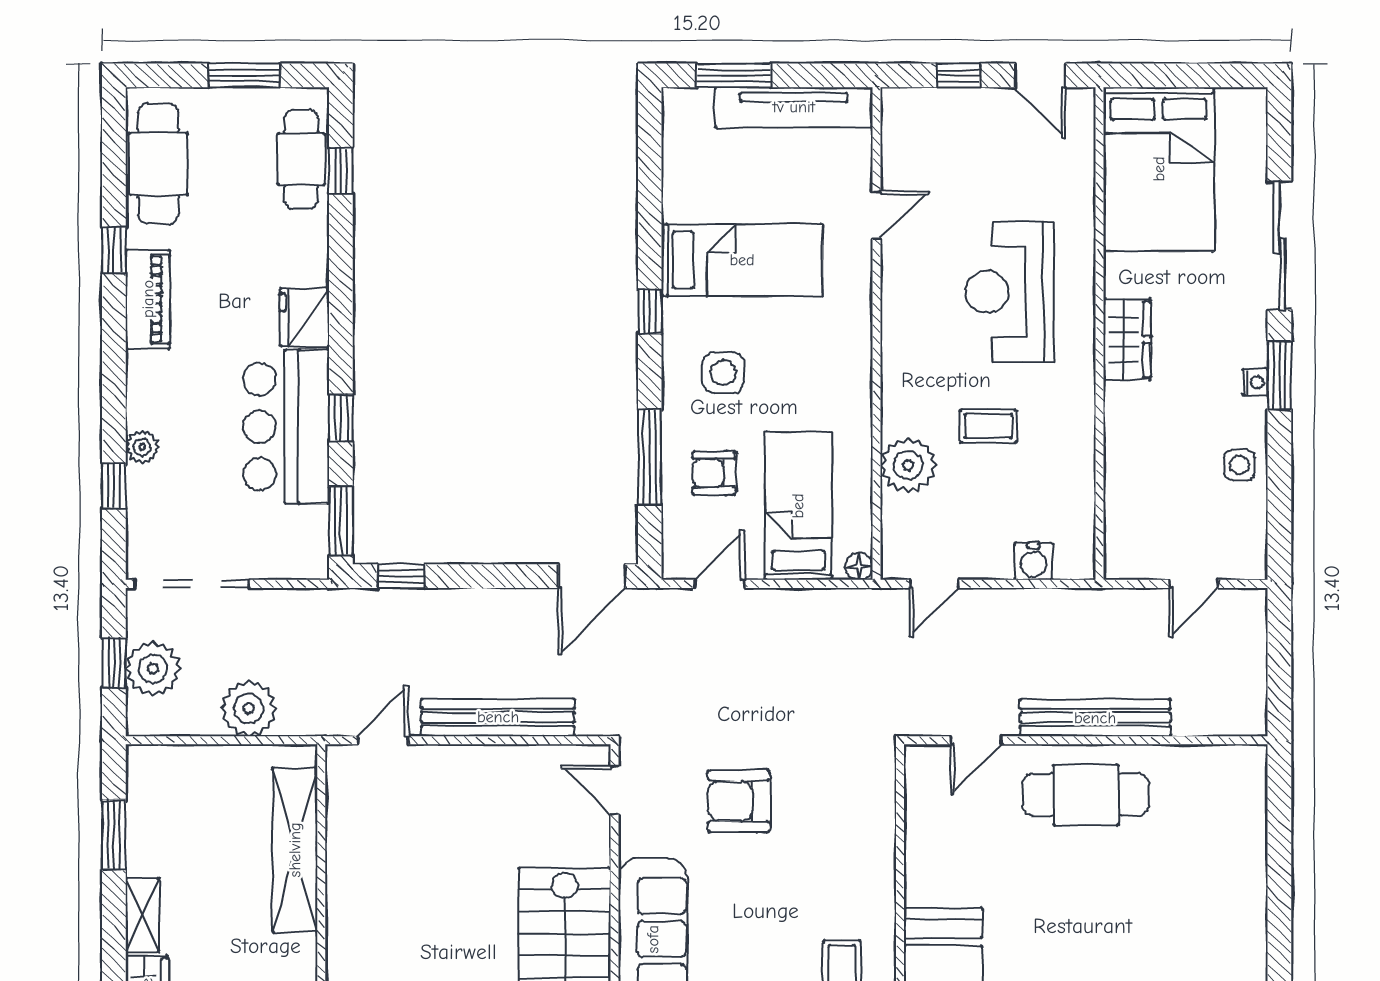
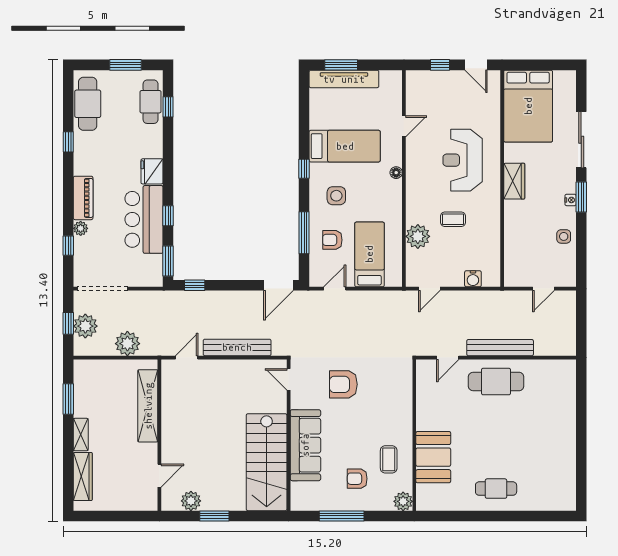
tv unit: (794, 107) -> (344, 79), moved
piano: (148, 299) -> (83, 198), moved
floor lamp: (859, 566) -> (396, 173), moved

